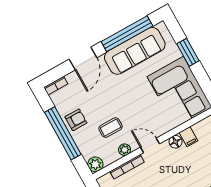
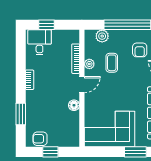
armchair: (76, 120) -> (140, 50), moved
filing cabinet: (188, 137) -> (72, 117), removed
plant: (95, 164) -> (102, 36), moved

